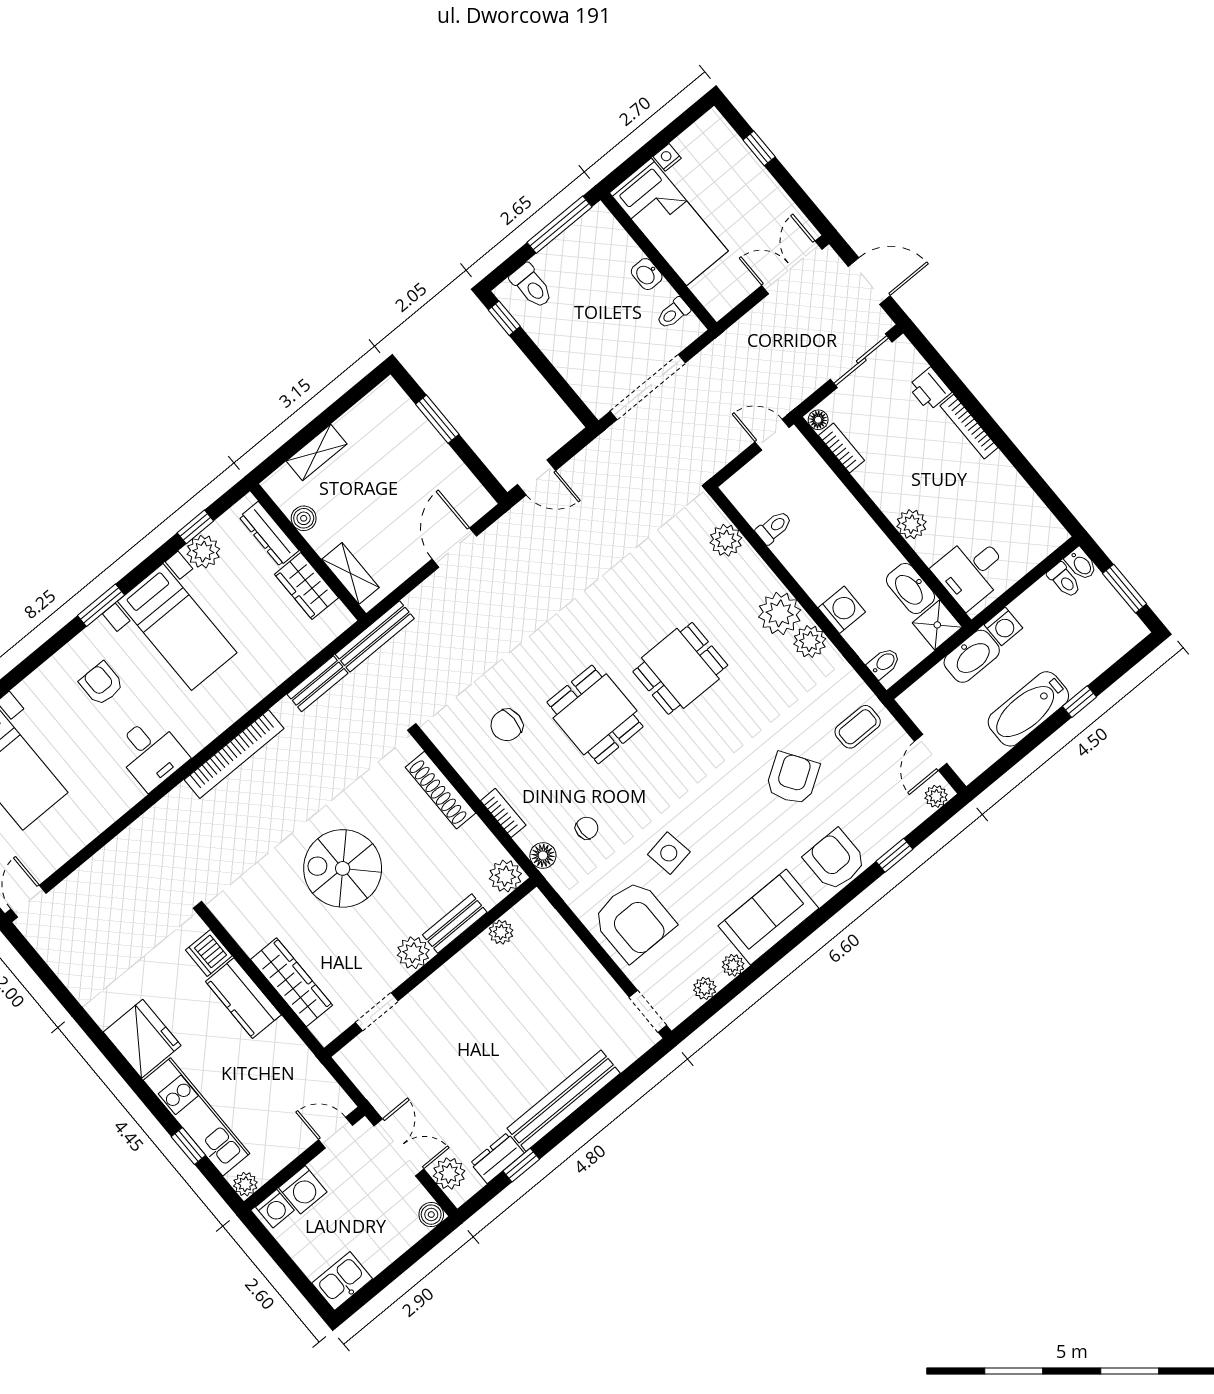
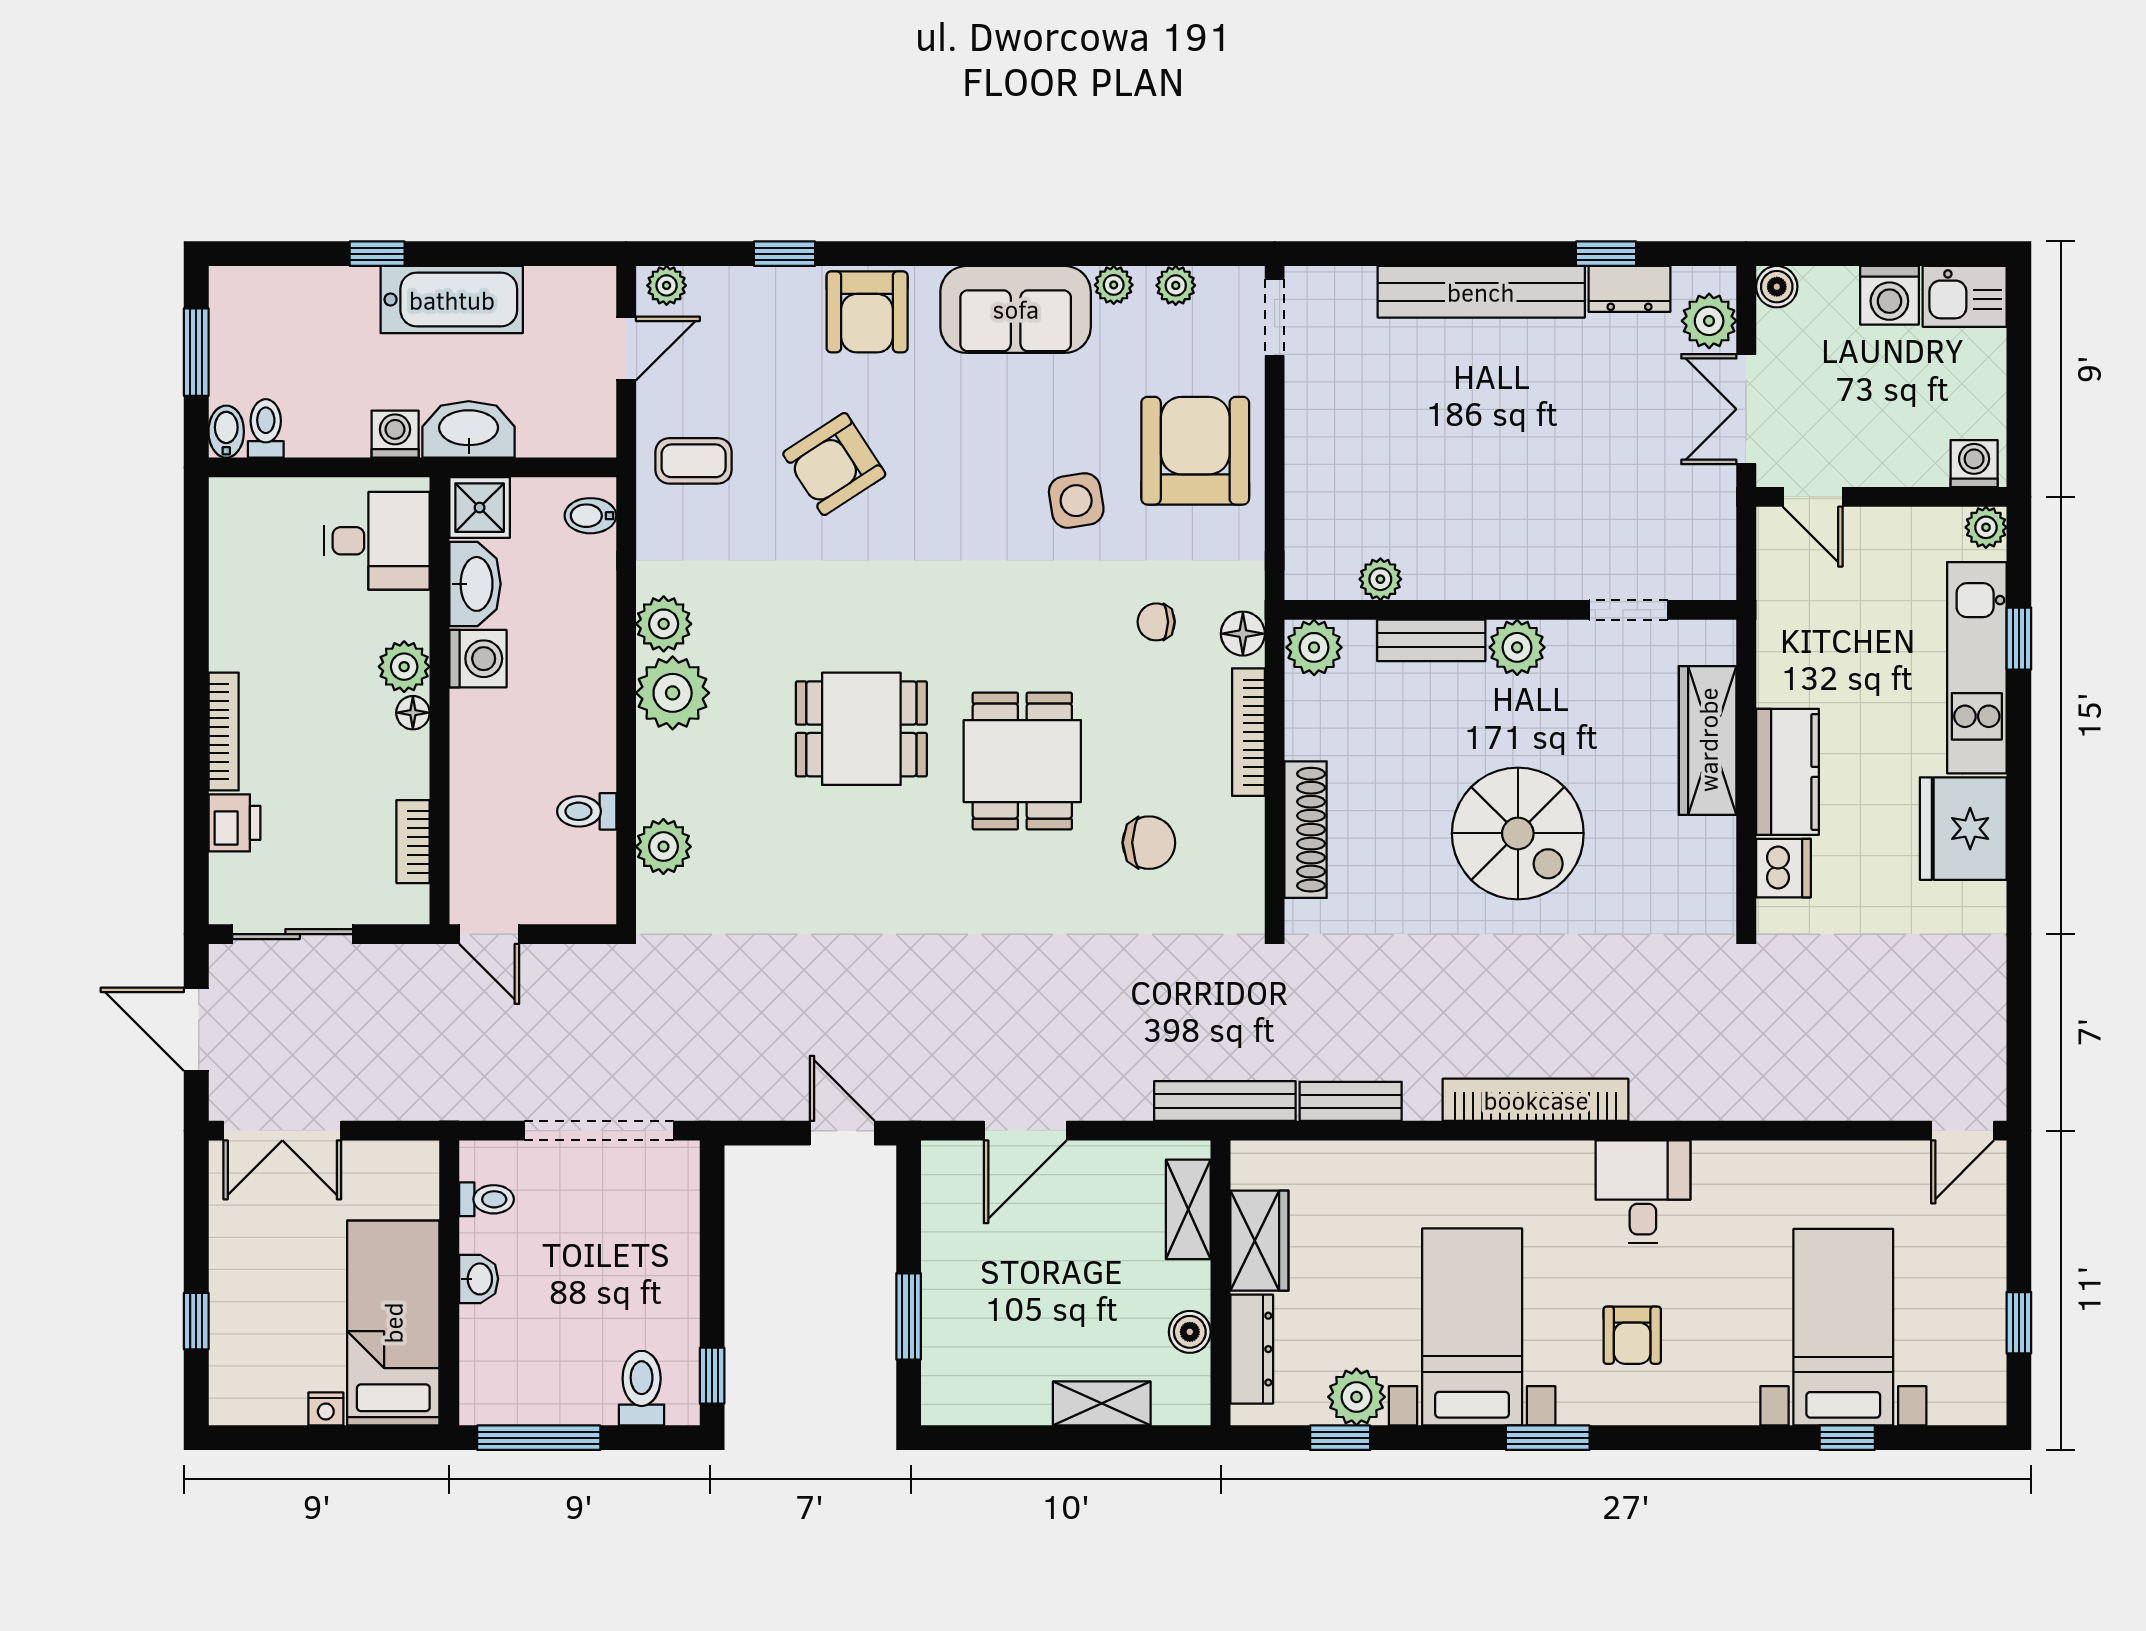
floor lamp: (818, 420) -> (413, 713), moved
washing machine: (842, 610) -> (478, 659), moved, turned 180
bookcase: (503, 813) -> (1248, 732), width x1.56
washing machine: (303, 1190) -> (1889, 295), moved, turned 180

